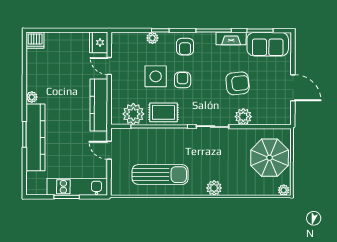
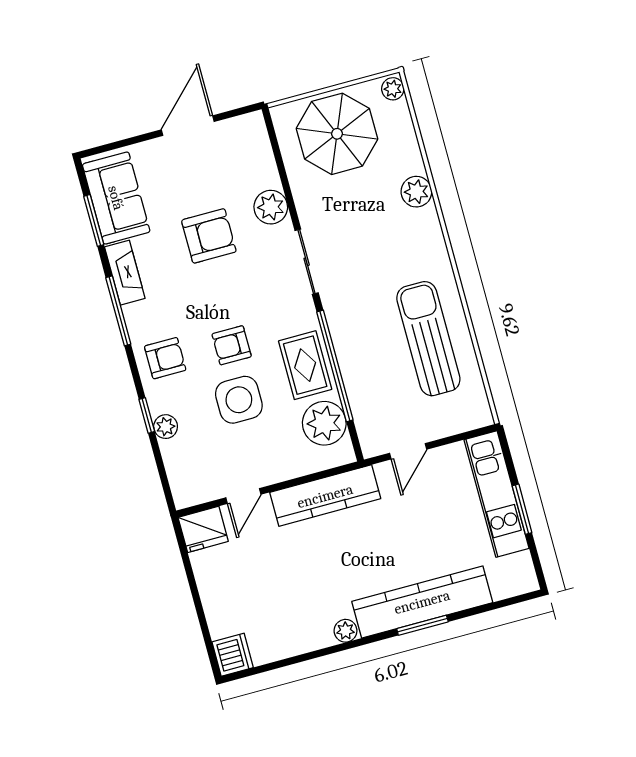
armchair: (238, 83) -> (209, 236), turned 96
plant: (214, 188) -> (416, 192), moved

